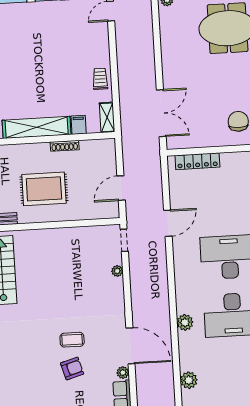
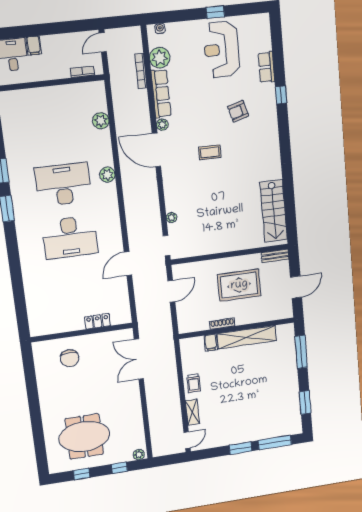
shelving: (107, 117) -> (193, 412), moved
locker: (197, 161) -> (98, 321), width x0.66
armchair: (72, 368) -> (238, 111), moved

